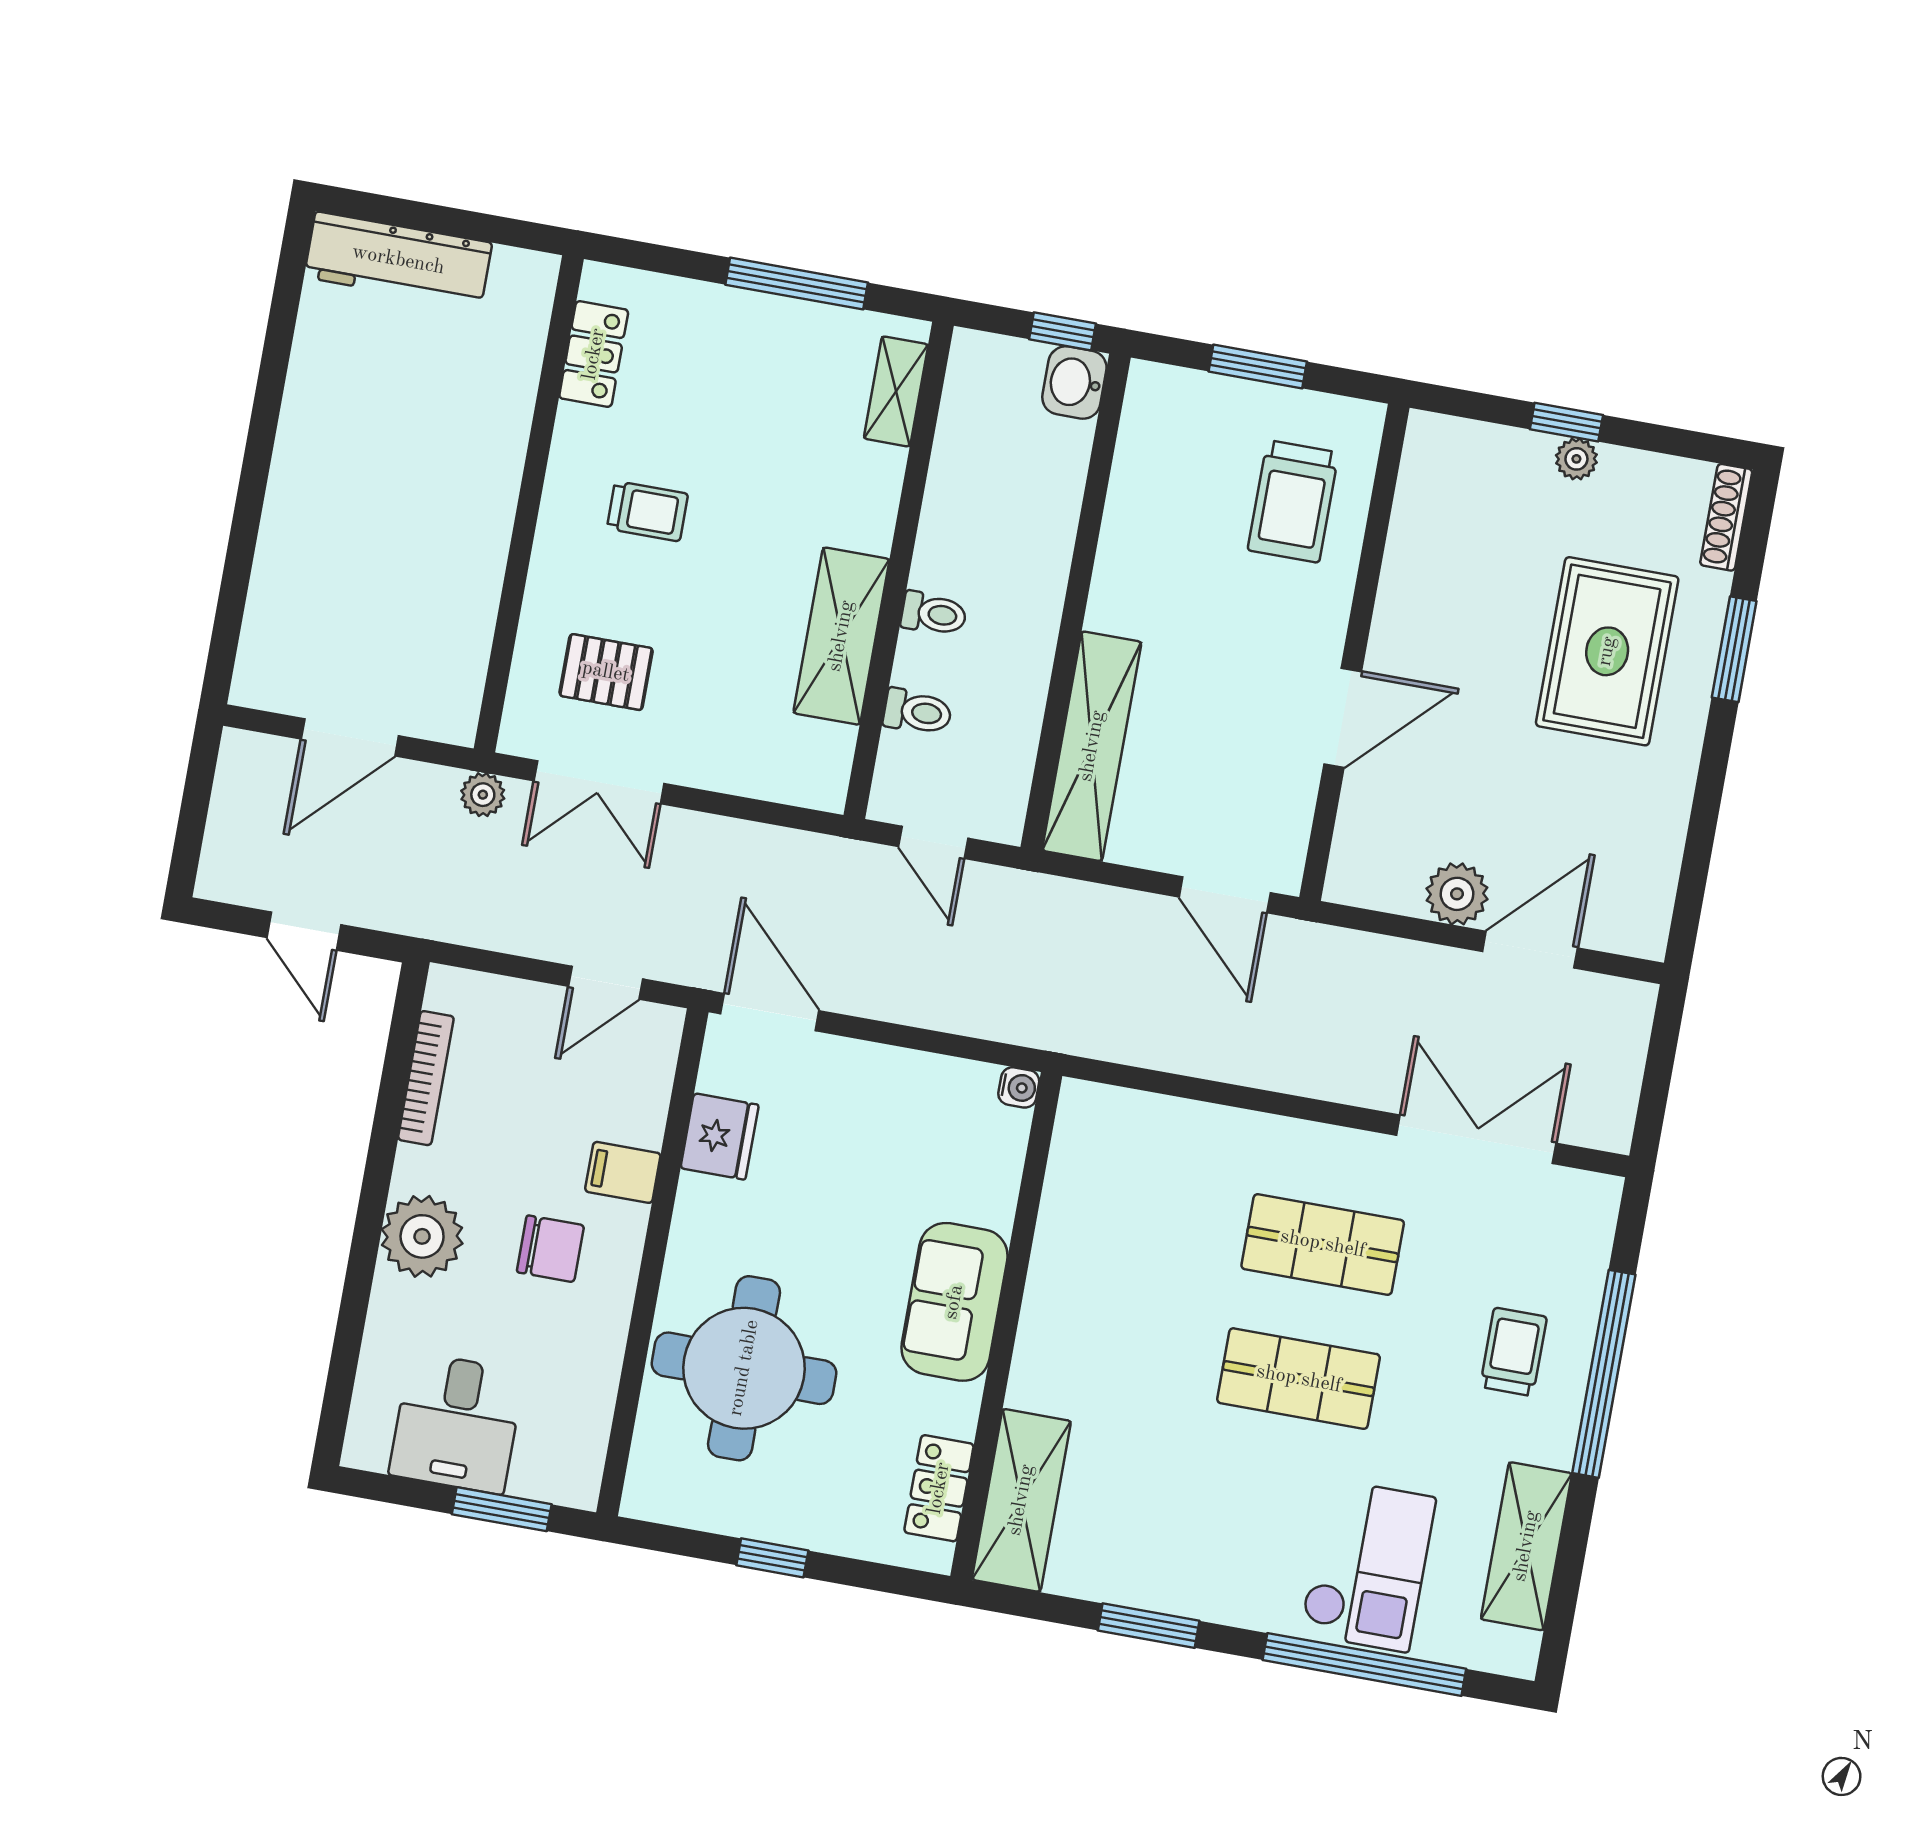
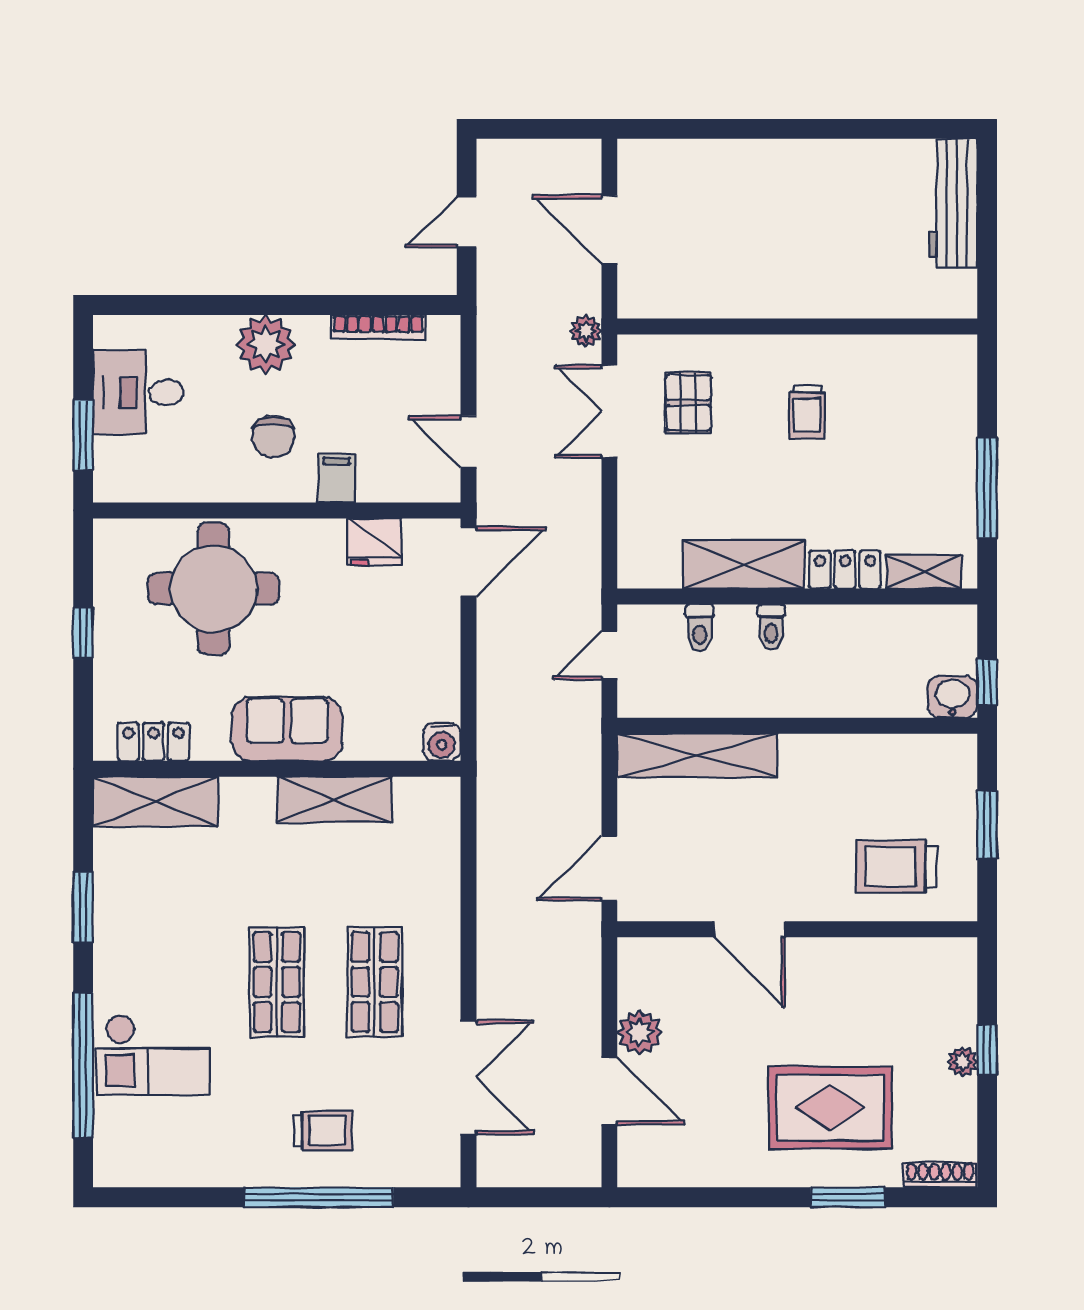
locker: (594, 354) -> (845, 570), moved, turned 180
water cooler: (1019, 1087) -> (442, 742), width x1.38, depth x1.38
shelving: (1526, 1546) -> (334, 800), moved

